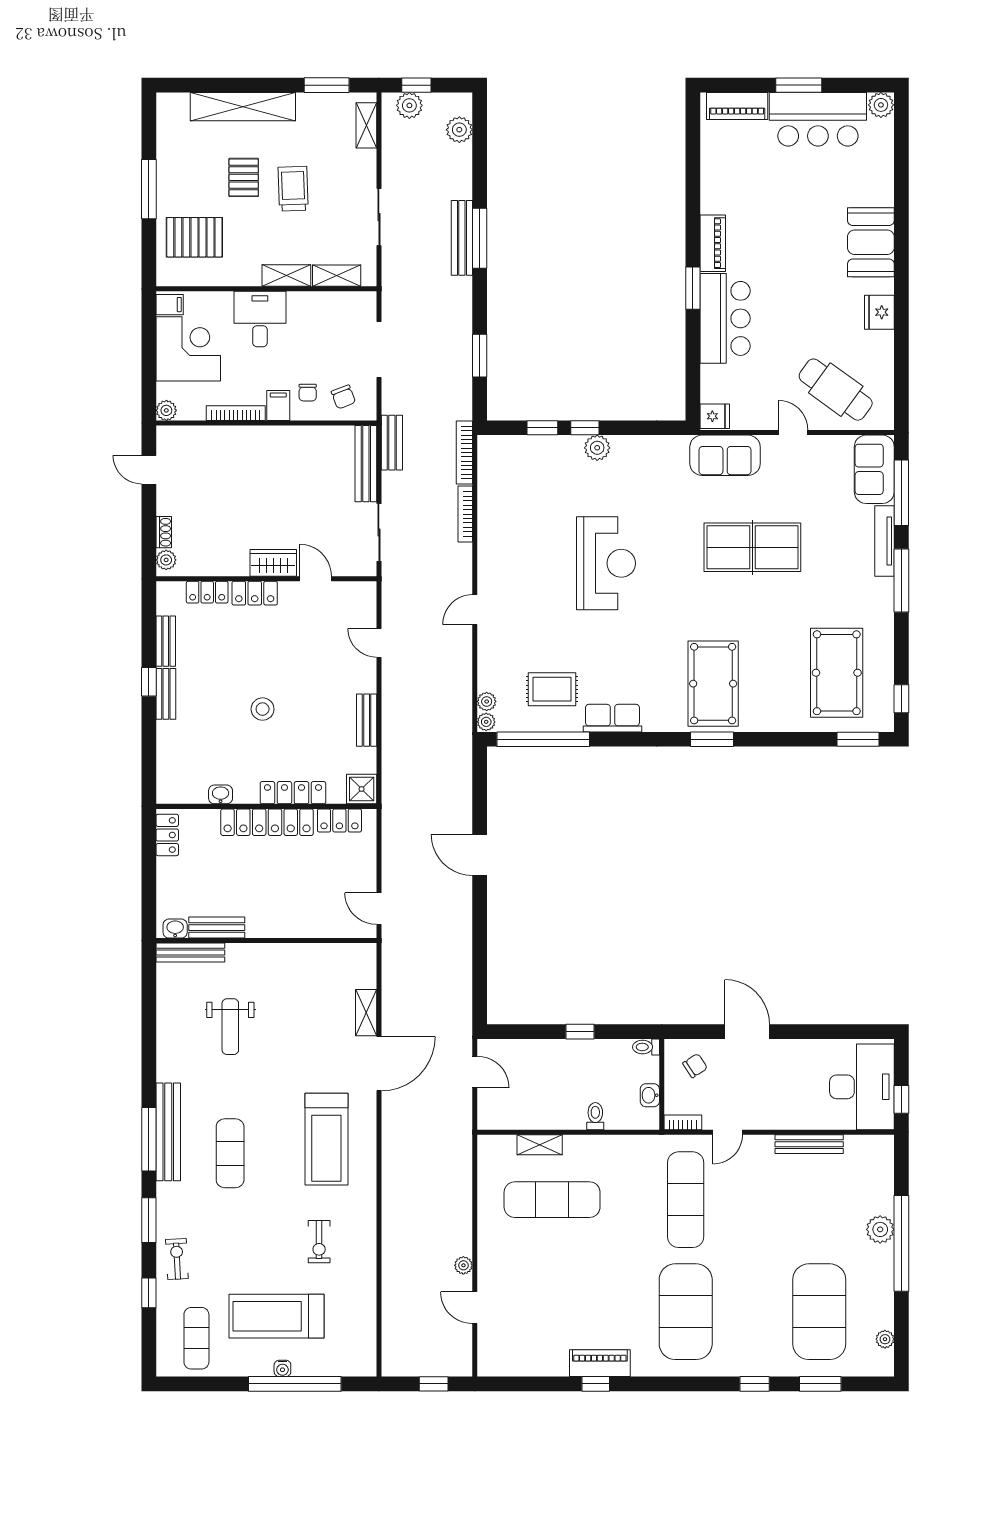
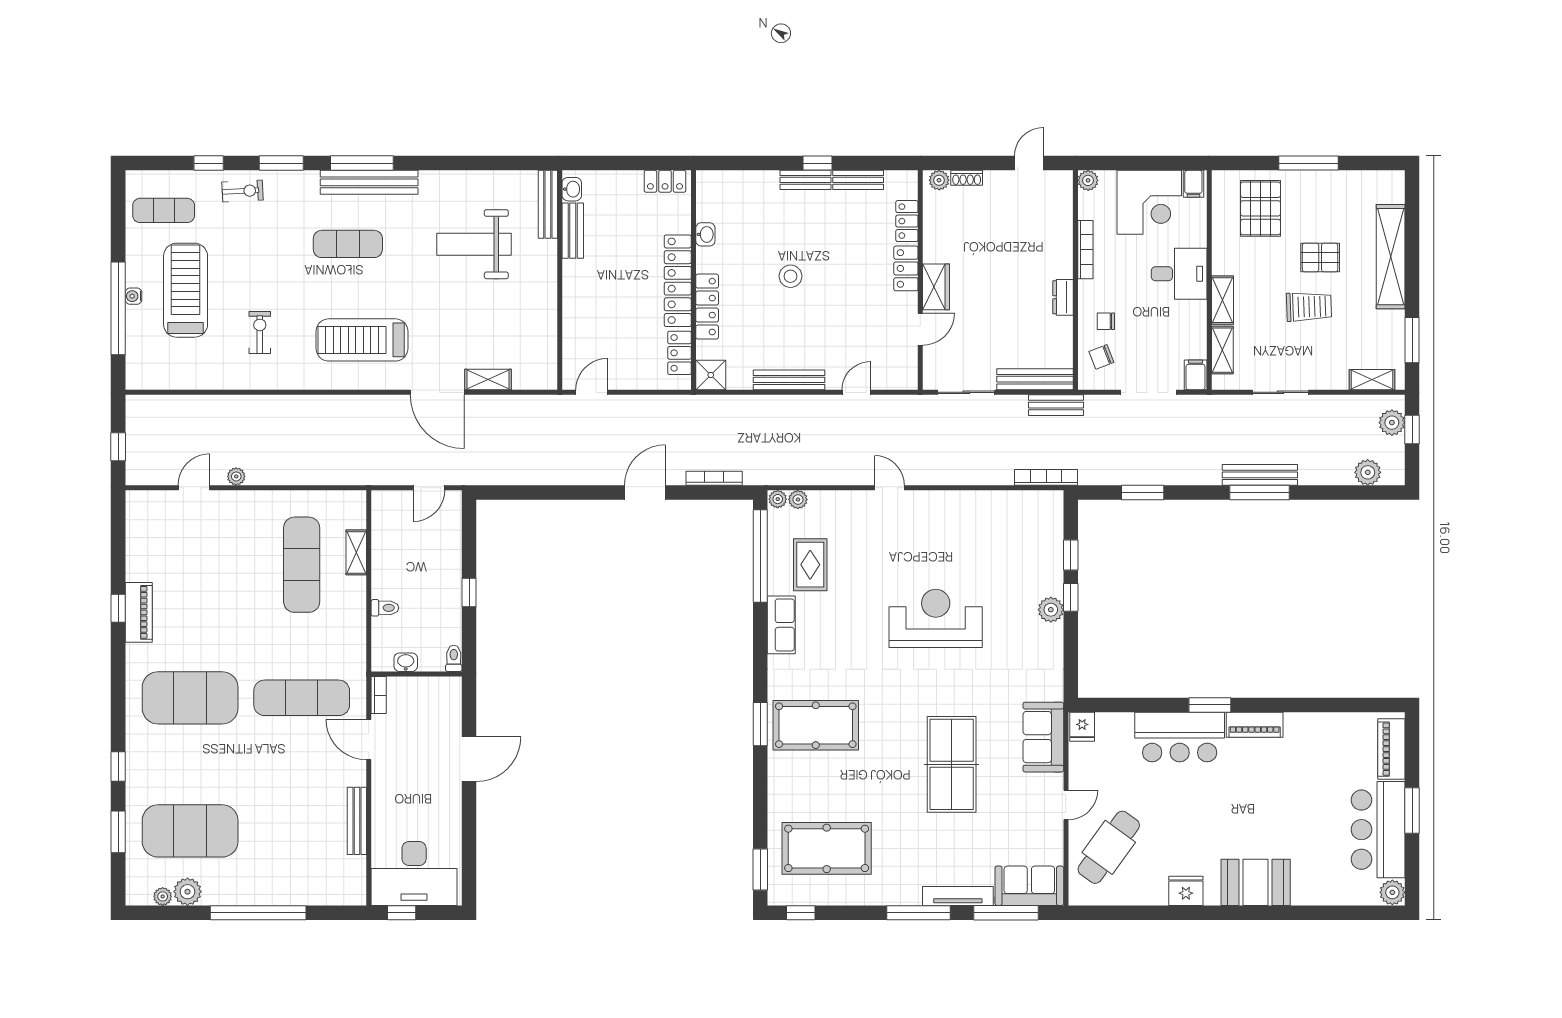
filing cabinet: (278, 406) -> (1196, 375), moved, turned -90
dresser: (284, 436) -> (1063, 297), added
bookcase: (465, 514) -> (714, 478), moved
reception desk: (606, 563) -> (936, 618), turned 180
bench: (367, 720) -> (789, 380), width x1.36
weight bench: (230, 1027) -> (474, 244), width x1.36, depth x1.33
chair: (695, 1066) -> (435, 707), removed
door: (728, 1132) -> (369, 740), width x1.38
plant: (880, 1229) -> (188, 892), moved
exercise bike: (319, 1242) -> (260, 333), turned 90

